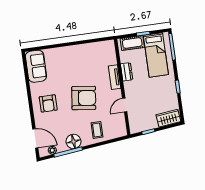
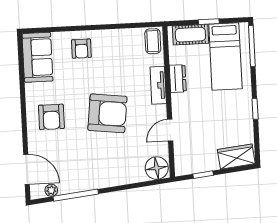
armchair: (63, 58) -> (81, 49), added
coffee table: (97, 130) -> (153, 41), moved
floor lamp: (74, 141) -> (157, 168), moved

